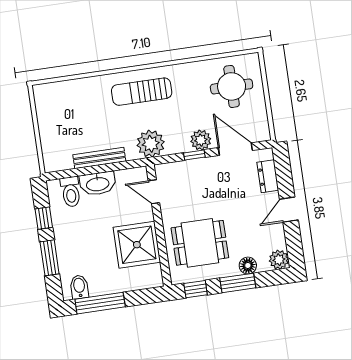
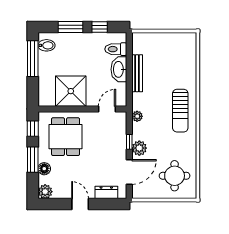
sun lounger: (142, 92) -> (180, 111), turned 180
plant: (151, 144) -> (137, 116), width x0.53, depth x0.53

